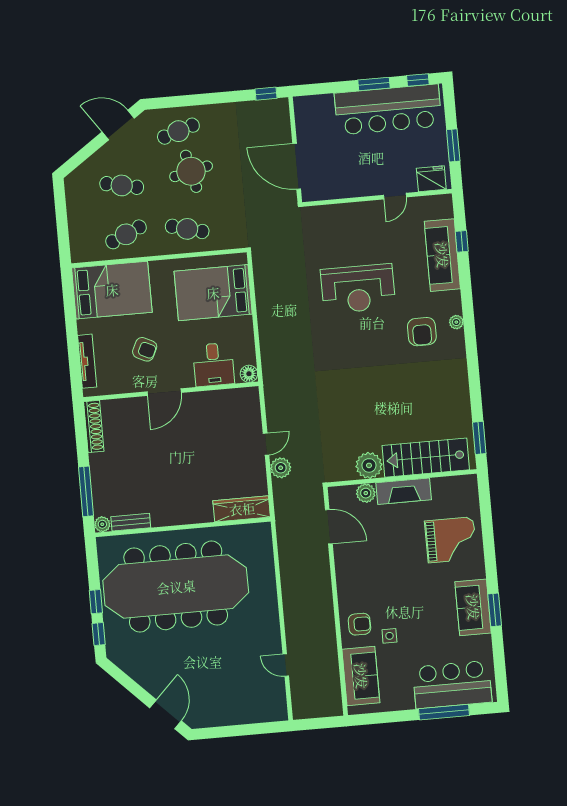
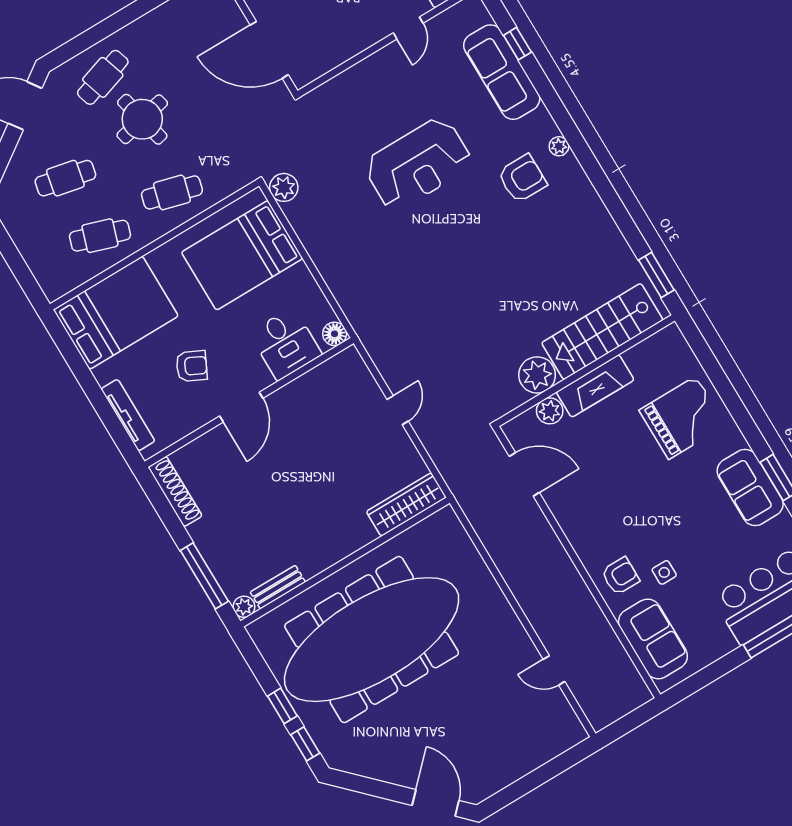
cafe table: (126, 234) -> (100, 236), turned 42
armchair: (422, 332) -> (522, 179), turned -90
plant: (281, 468) -> (284, 187), moved

